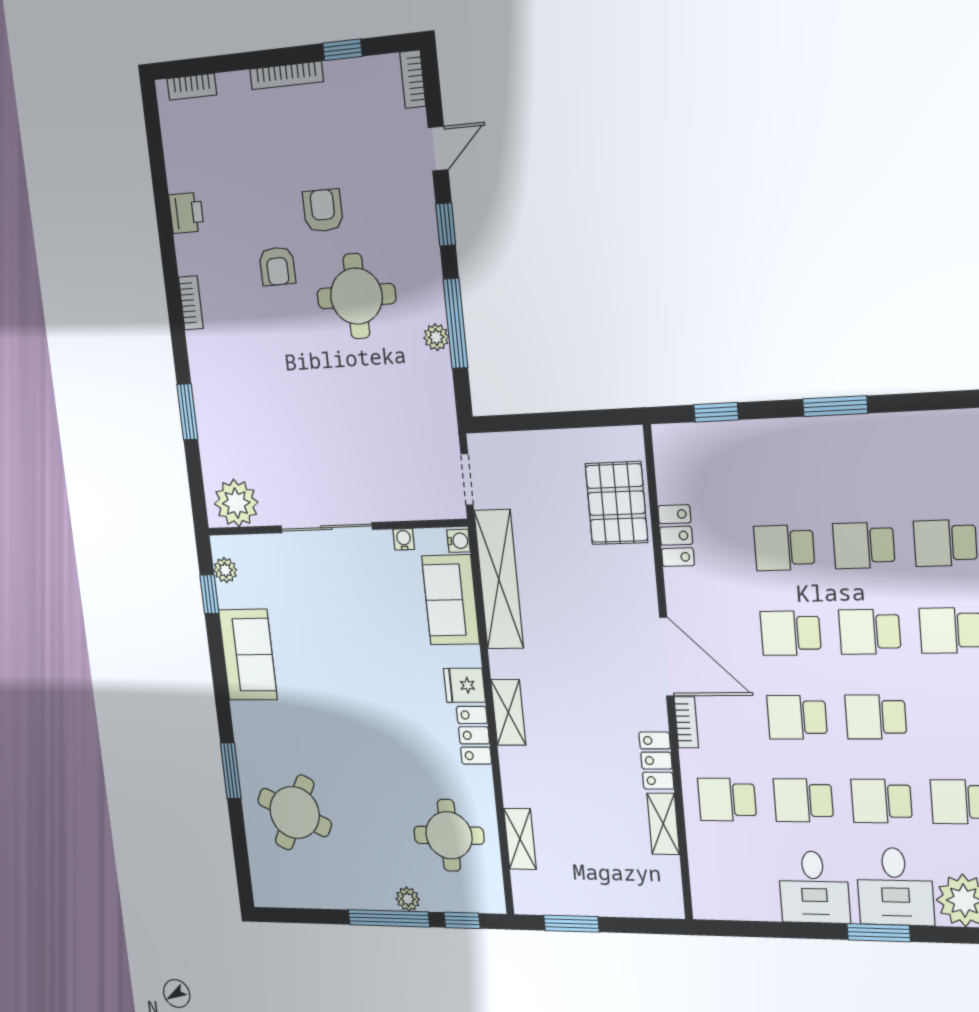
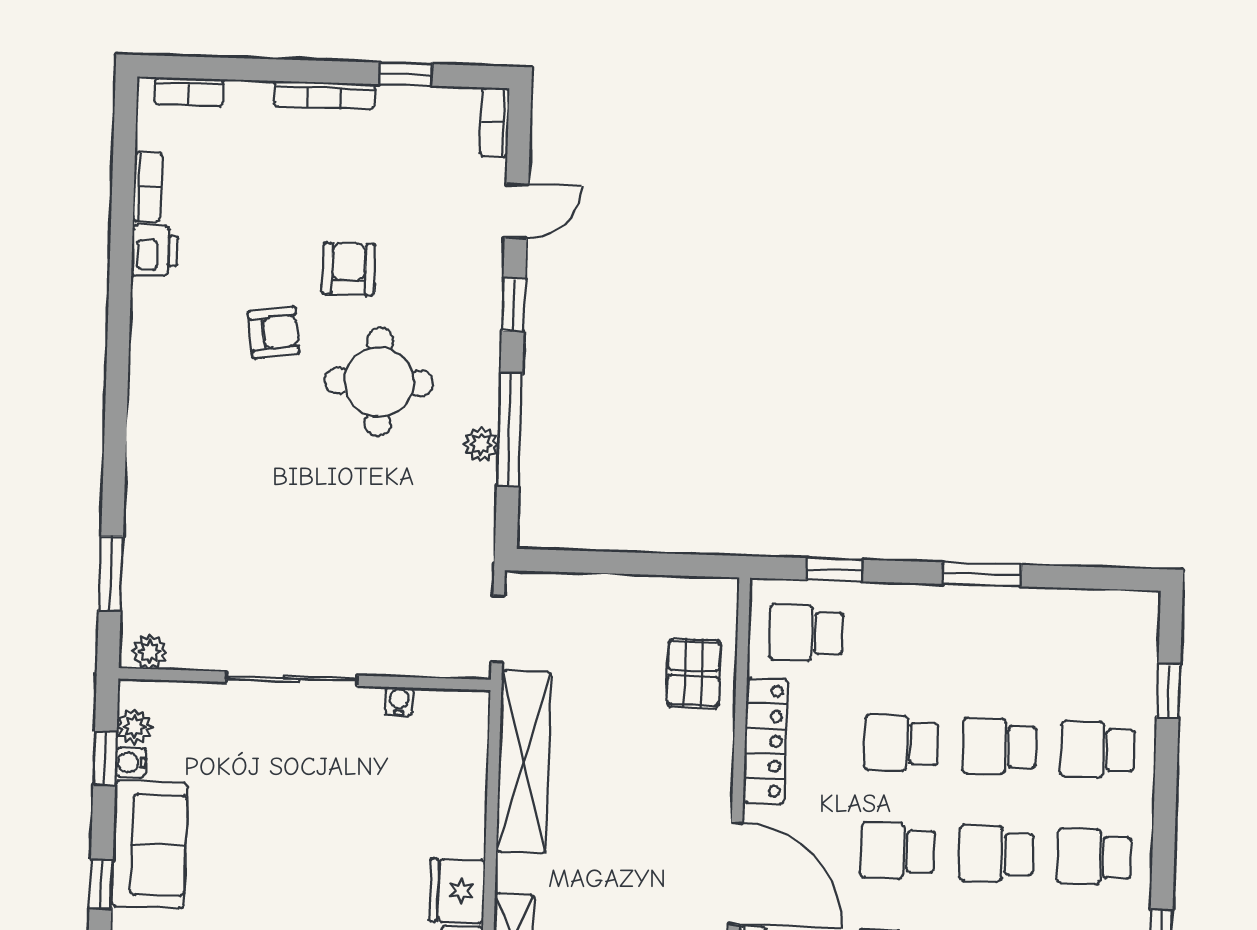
armchair: (277, 266) -> (274, 333), turned -97
bookcase: (191, 303) -> (148, 187), moved
window: (187, 412) -> (111, 574), moved
school desk: (700, 465) -> (806, 633), added
plant: (236, 503) -> (150, 652), width x0.53, depth x0.53
pallet: (617, 503) -> (694, 673), width x0.67, depth x0.71
locker: (676, 536) -> (765, 741), width x1.53
water cooler: (459, 541) -> (131, 762), moved, turned 180
sofa: (451, 600) -> (453, 785), removed
window: (220, 685) -> (101, 884), added
fridge: (464, 685) -> (457, 891), width x1.38

